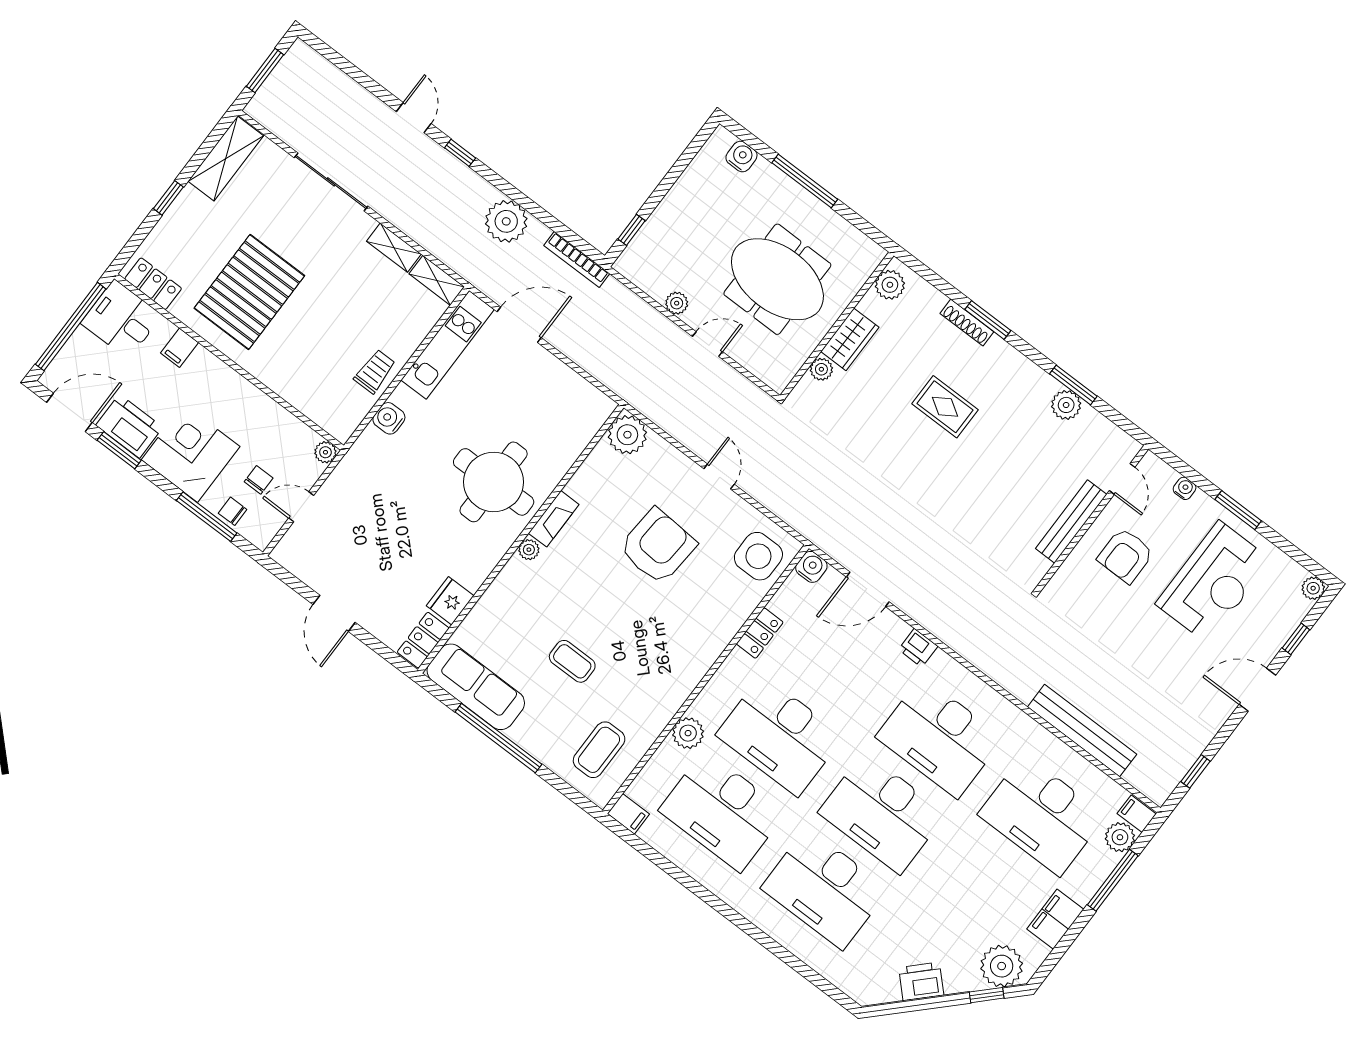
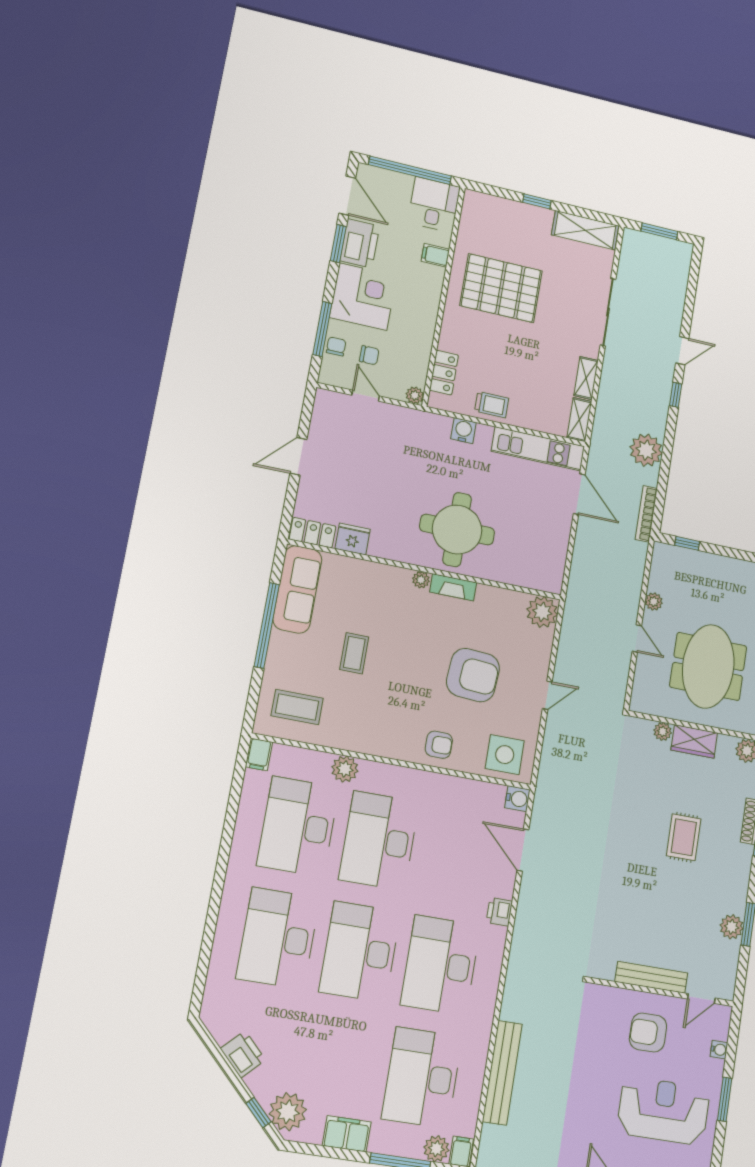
locker: (153, 284) -> (444, 373), moved
reception desk: (1213, 582) -> (664, 1111), turned 180
armchair: (713, 621) -> (439, 745), added
locker: (760, 633) -> (448, 785), removed

